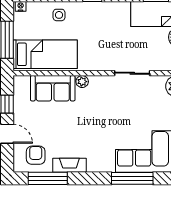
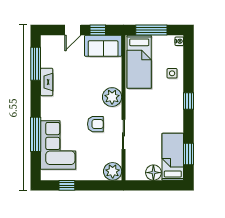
plant: (82, 82) -> (112, 97), width x1.88, depth x1.88
sofa: (53, 88) -> (103, 46), moved, turned -90
armchair: (36, 155) -> (95, 124), moved

